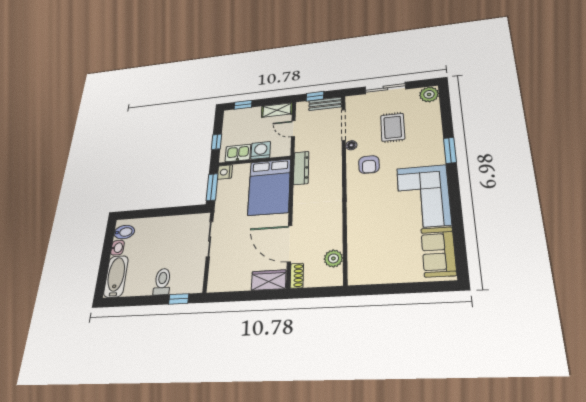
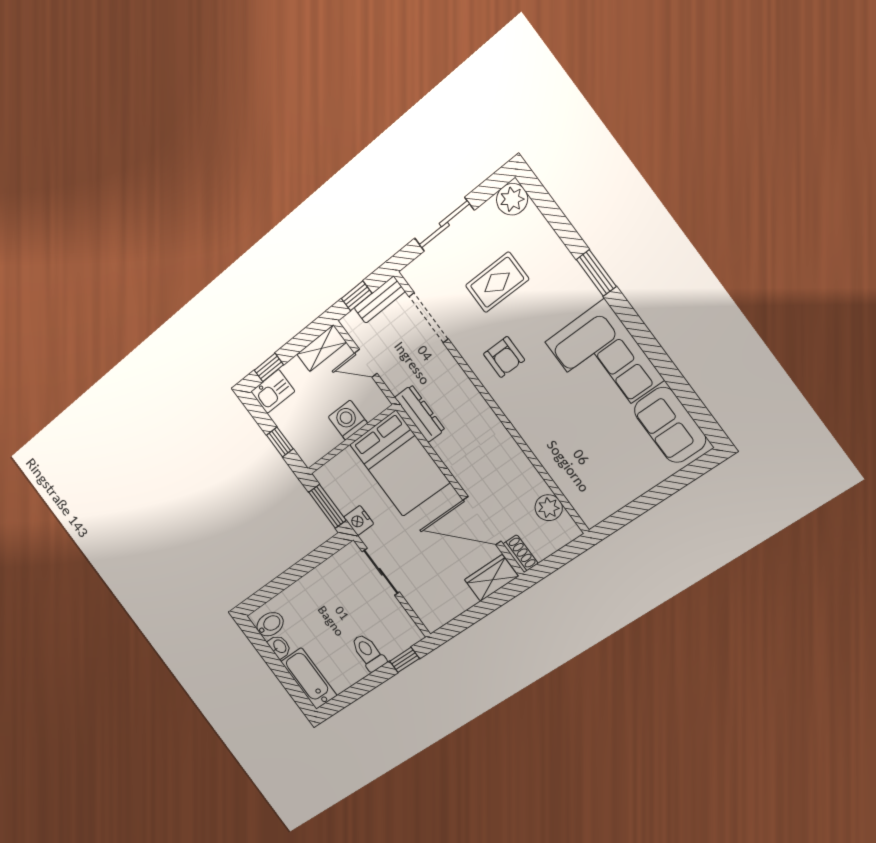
rug: (393, 127) -> (497, 282), turned 90
floor lamp: (351, 145) -> (461, 342), removed
kitchen sink: (238, 153) -> (273, 391), moved, turned 180
nightstand: (225, 172) -> (359, 520), moved

